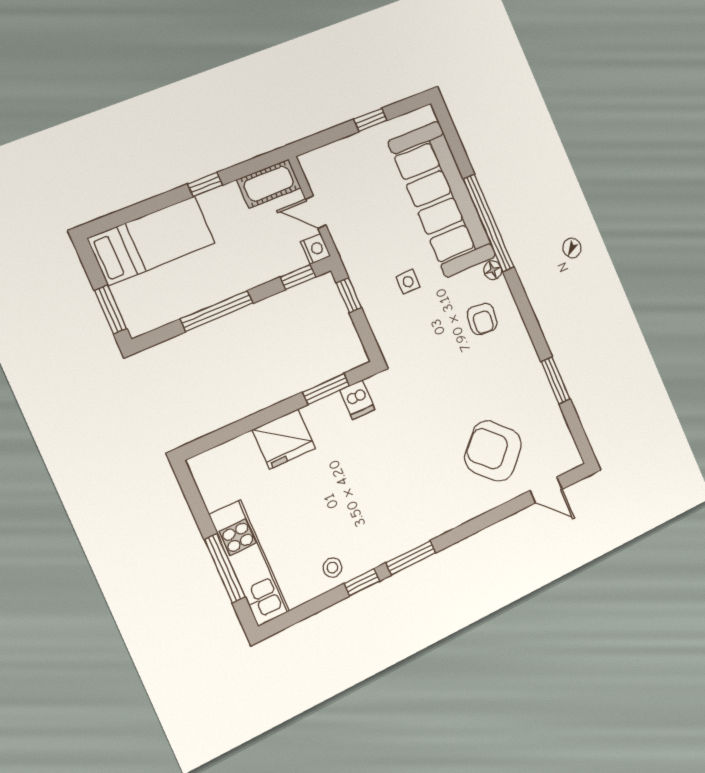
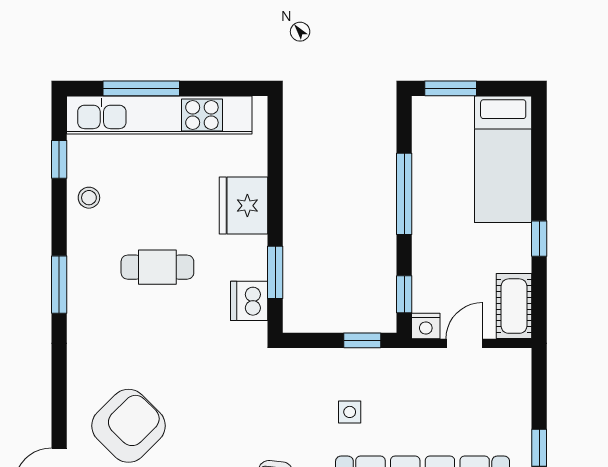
dishwasher: (357, 400) -> (249, 301), width x1.38
cafe table: (363, 486) -> (157, 267), added
kitchen unit: (249, 563) -> (159, 115), width x1.36
window: (362, 582) -> (59, 159), moved

